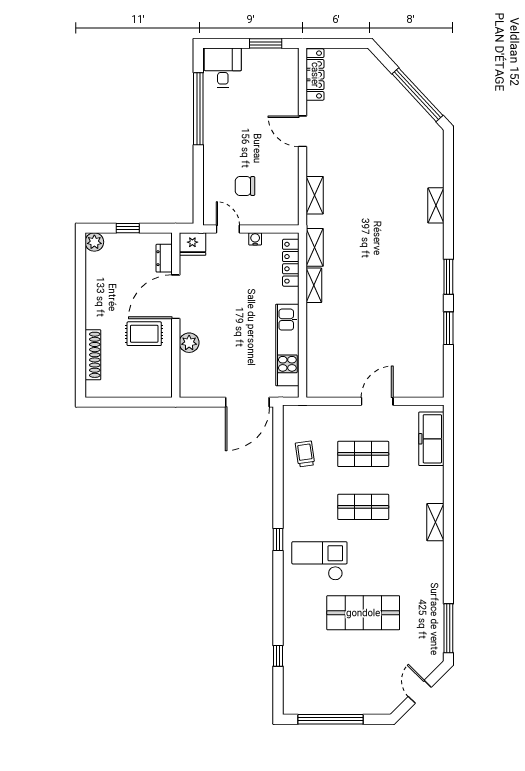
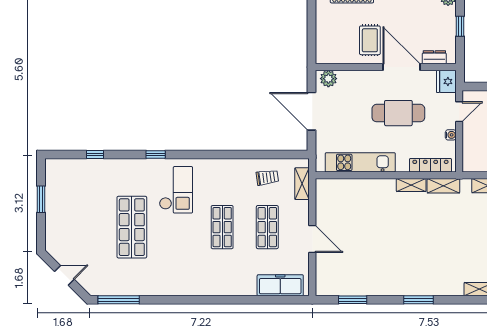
cafe table: (230, 300) -> (398, 113), added
window: (448, 328) -> (353, 300), moved
plant: (189, 343) -> (328, 79), moved
door: (247, 402) -> (312, 111), moved
shelving: (435, 522) -> (302, 184), moved, turned 90
window: (278, 540) -> (156, 154), moved
window: (330, 719) -> (41, 199), width x0.47

